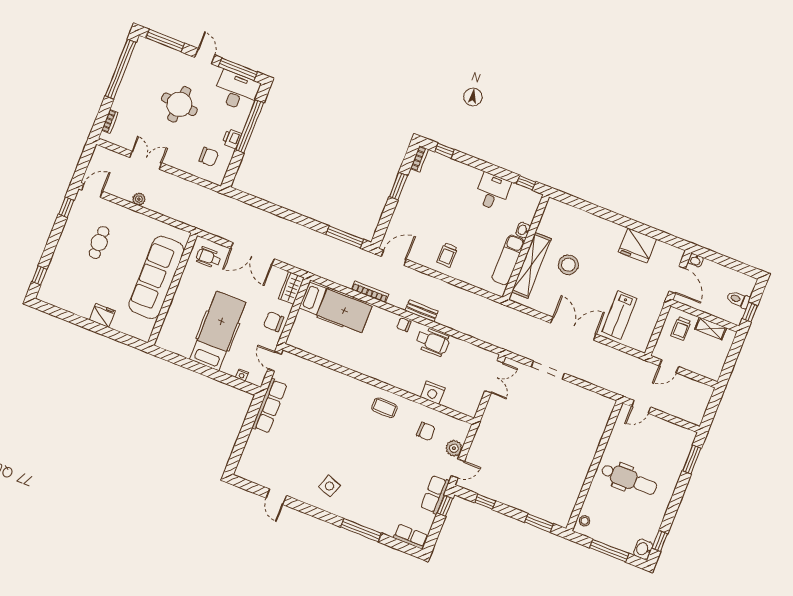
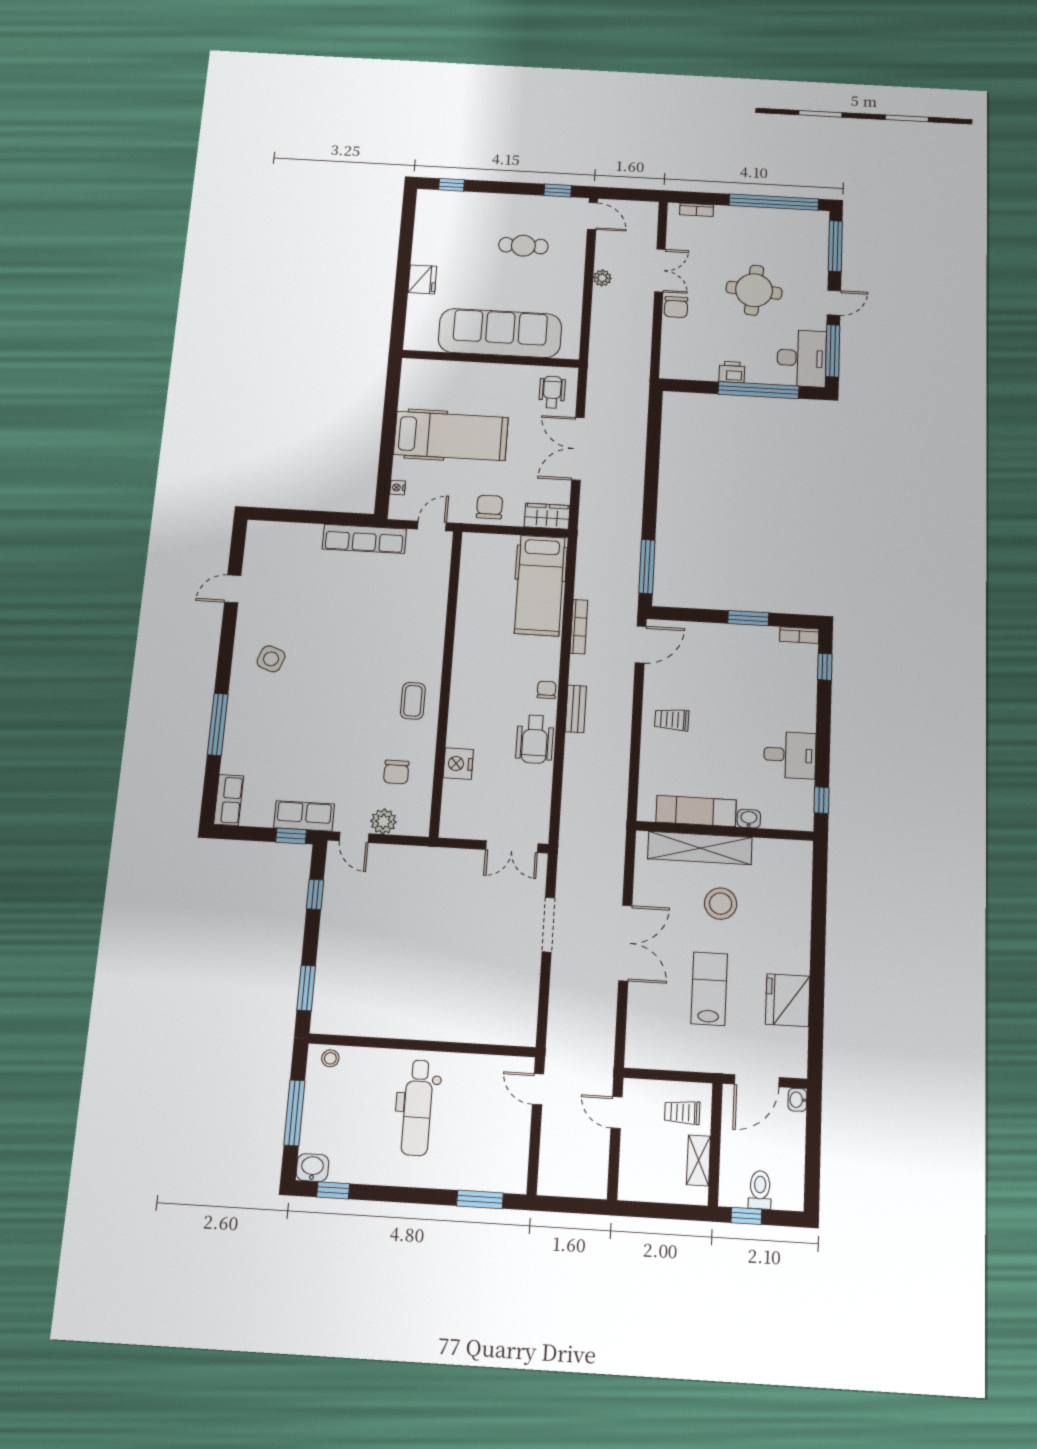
chair: (209, 157) -> (676, 307), moved
door: (394, 258) -> (641, 645), hinge flipped
lab bench: (619, 315) -> (709, 989), moved, turned 90

